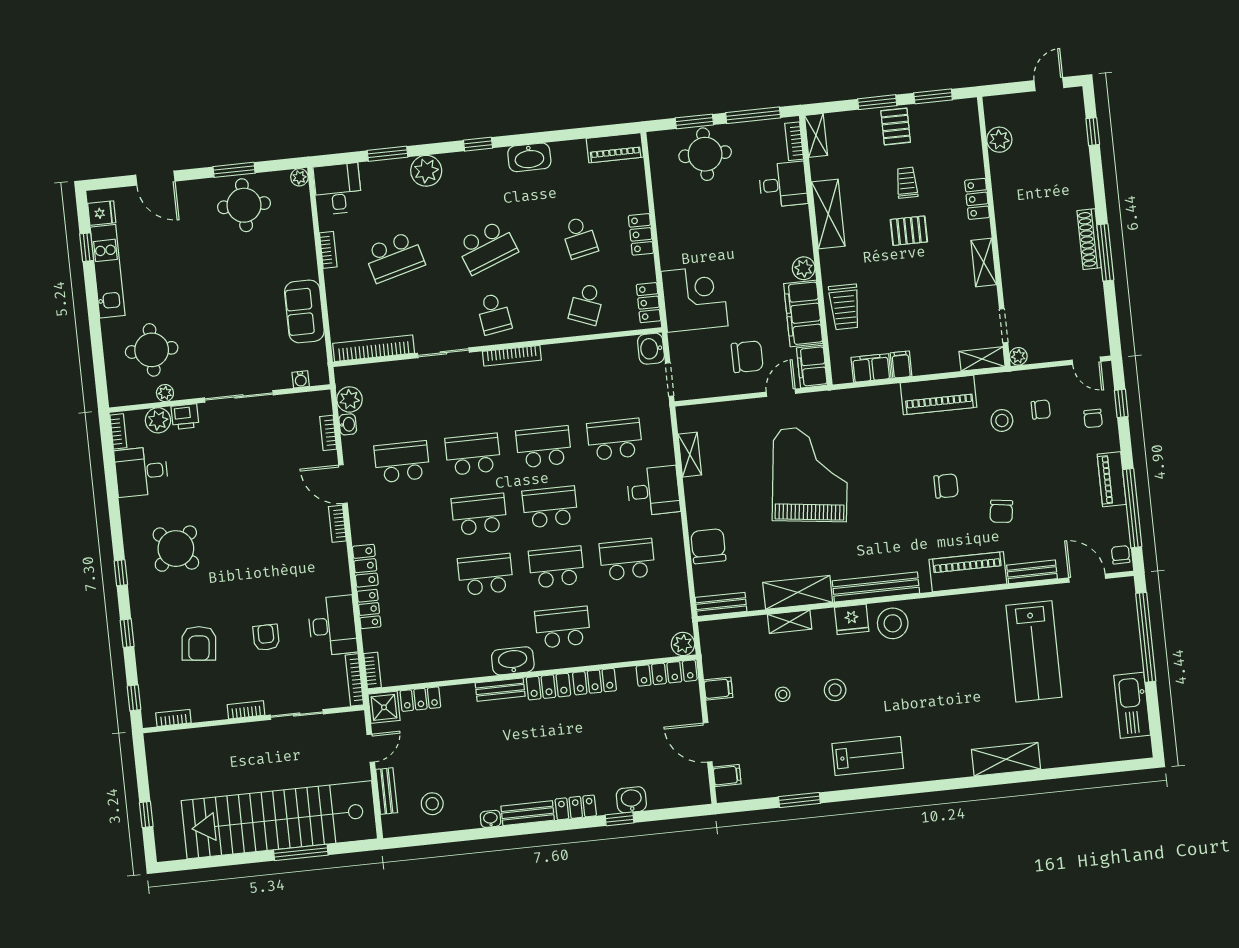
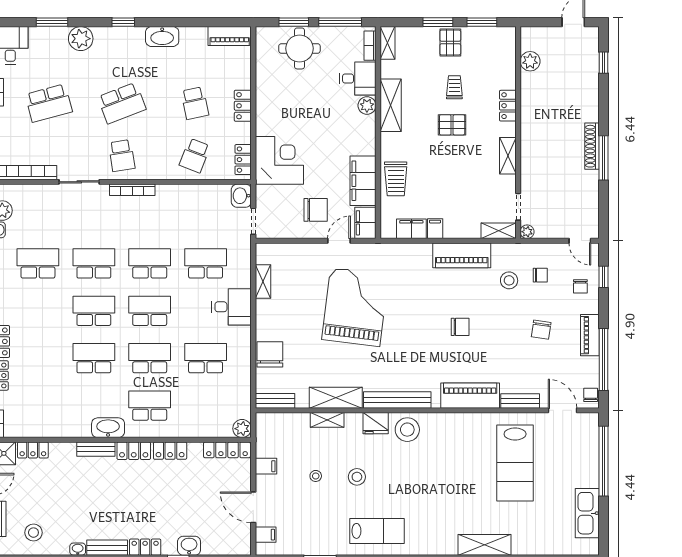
plant: (804, 268) -> (367, 105), moved
chair: (1001, 511) -> (541, 330), moved

